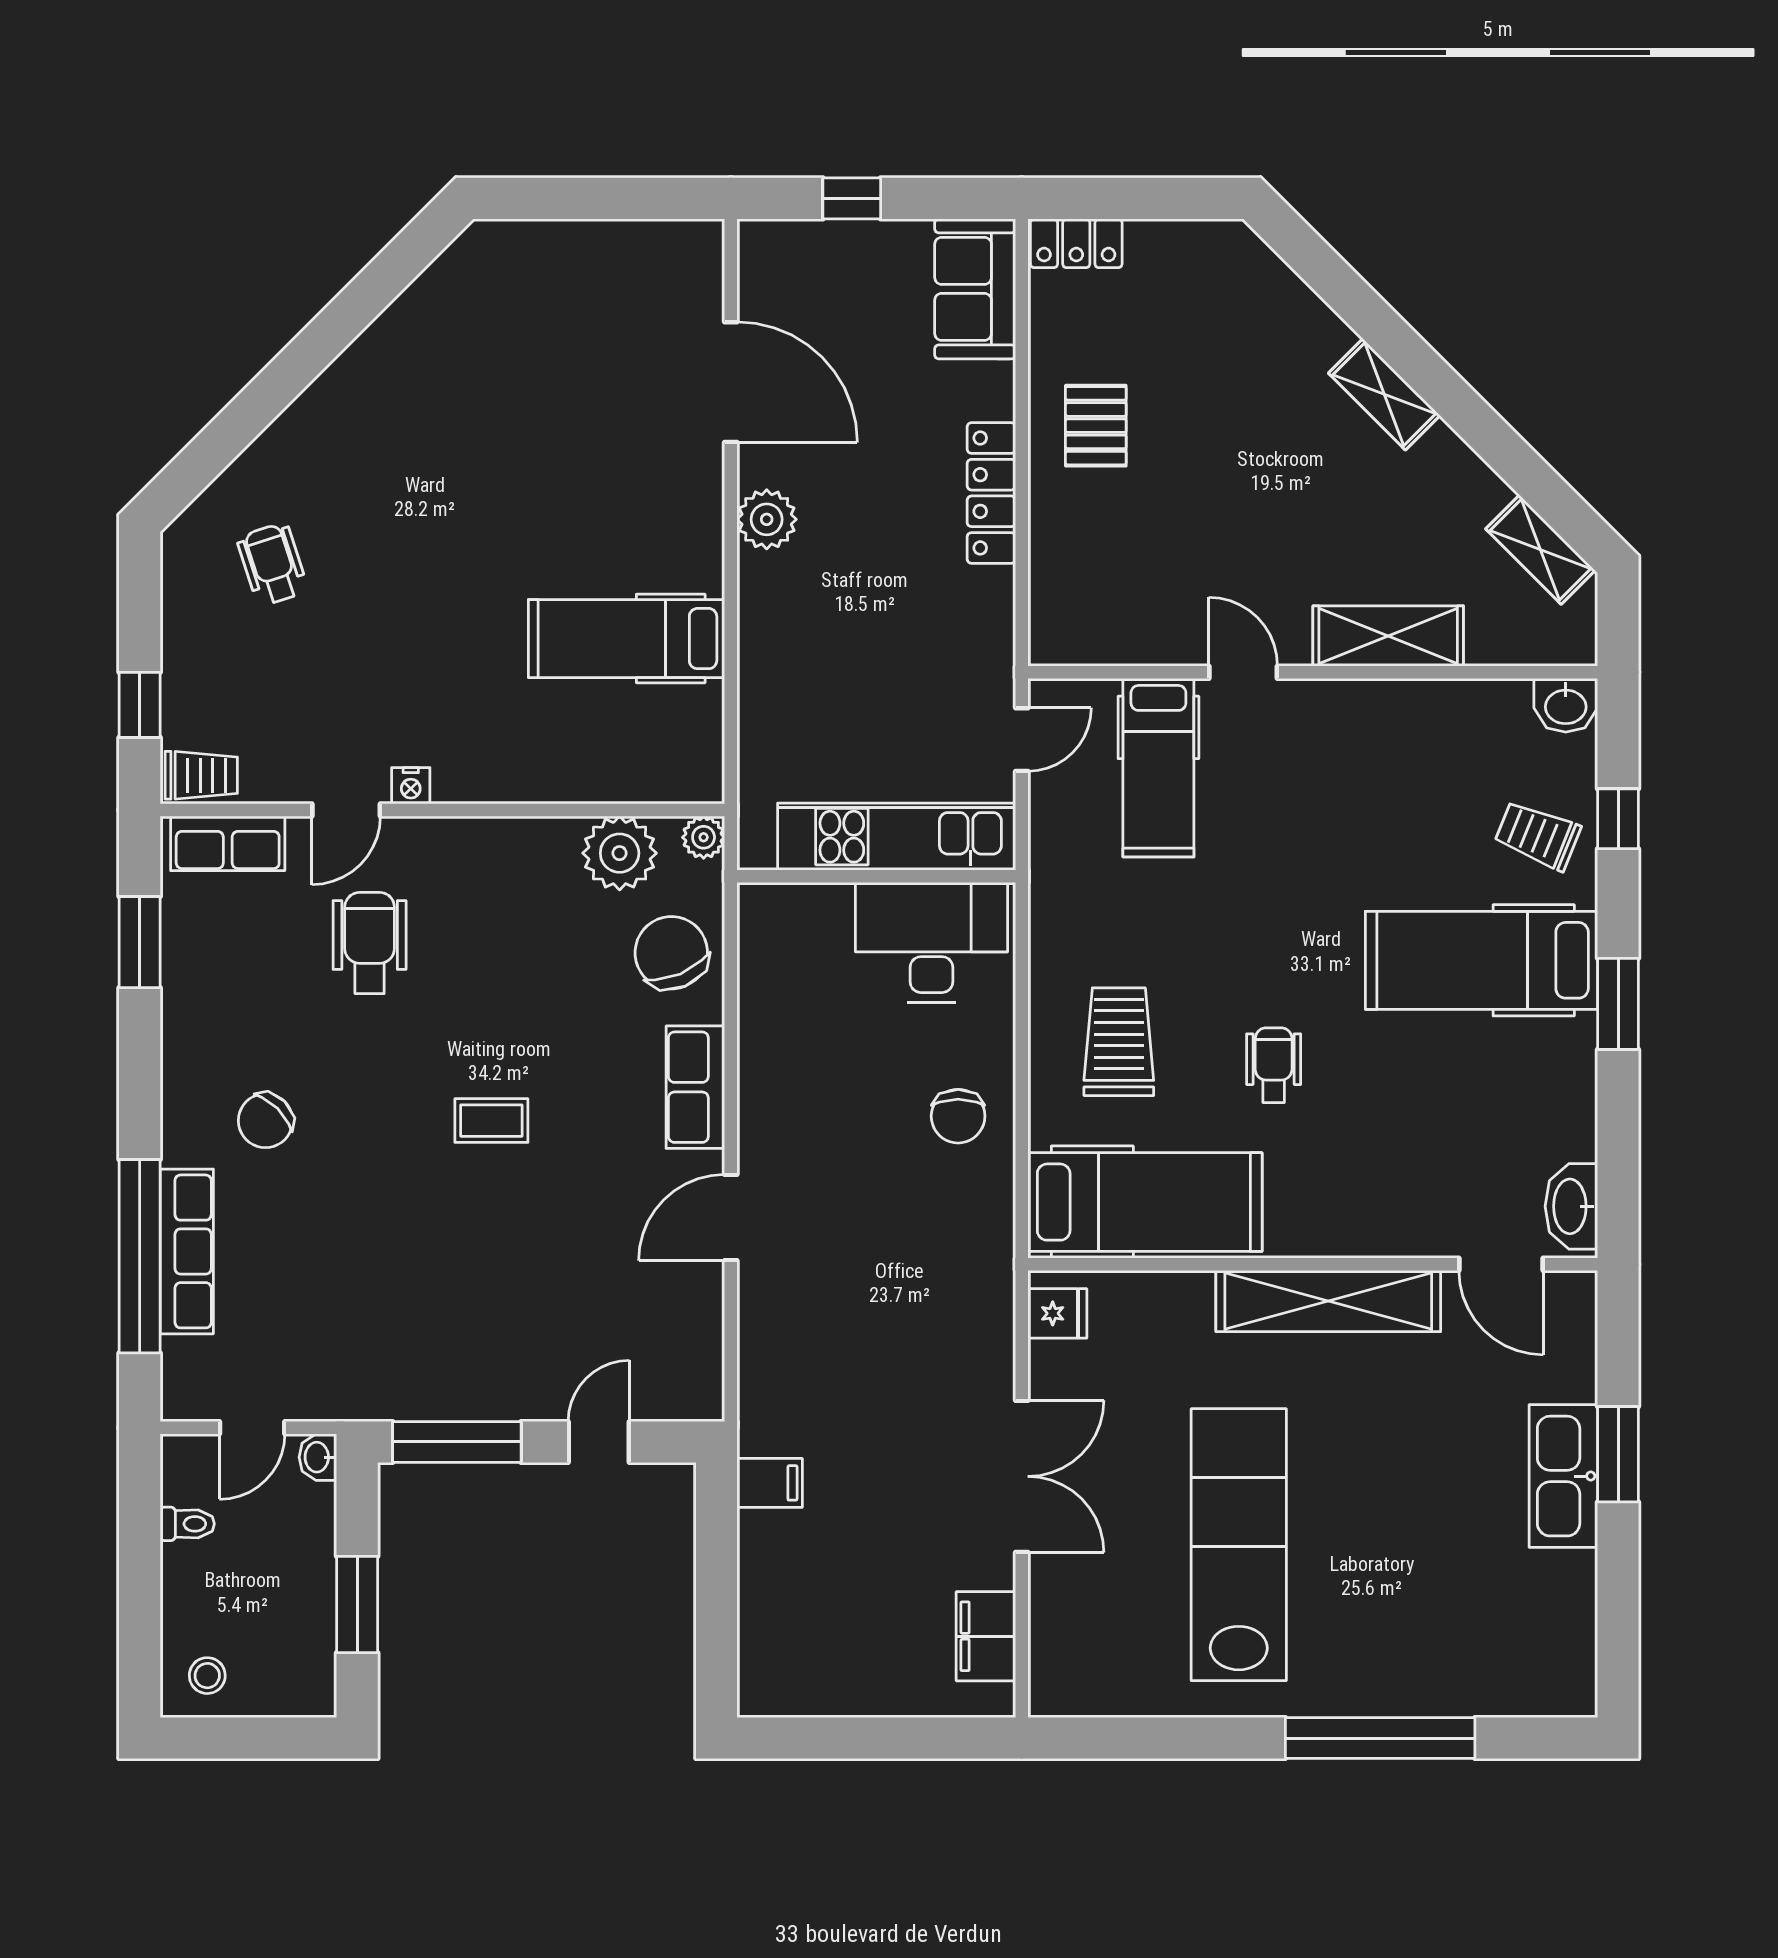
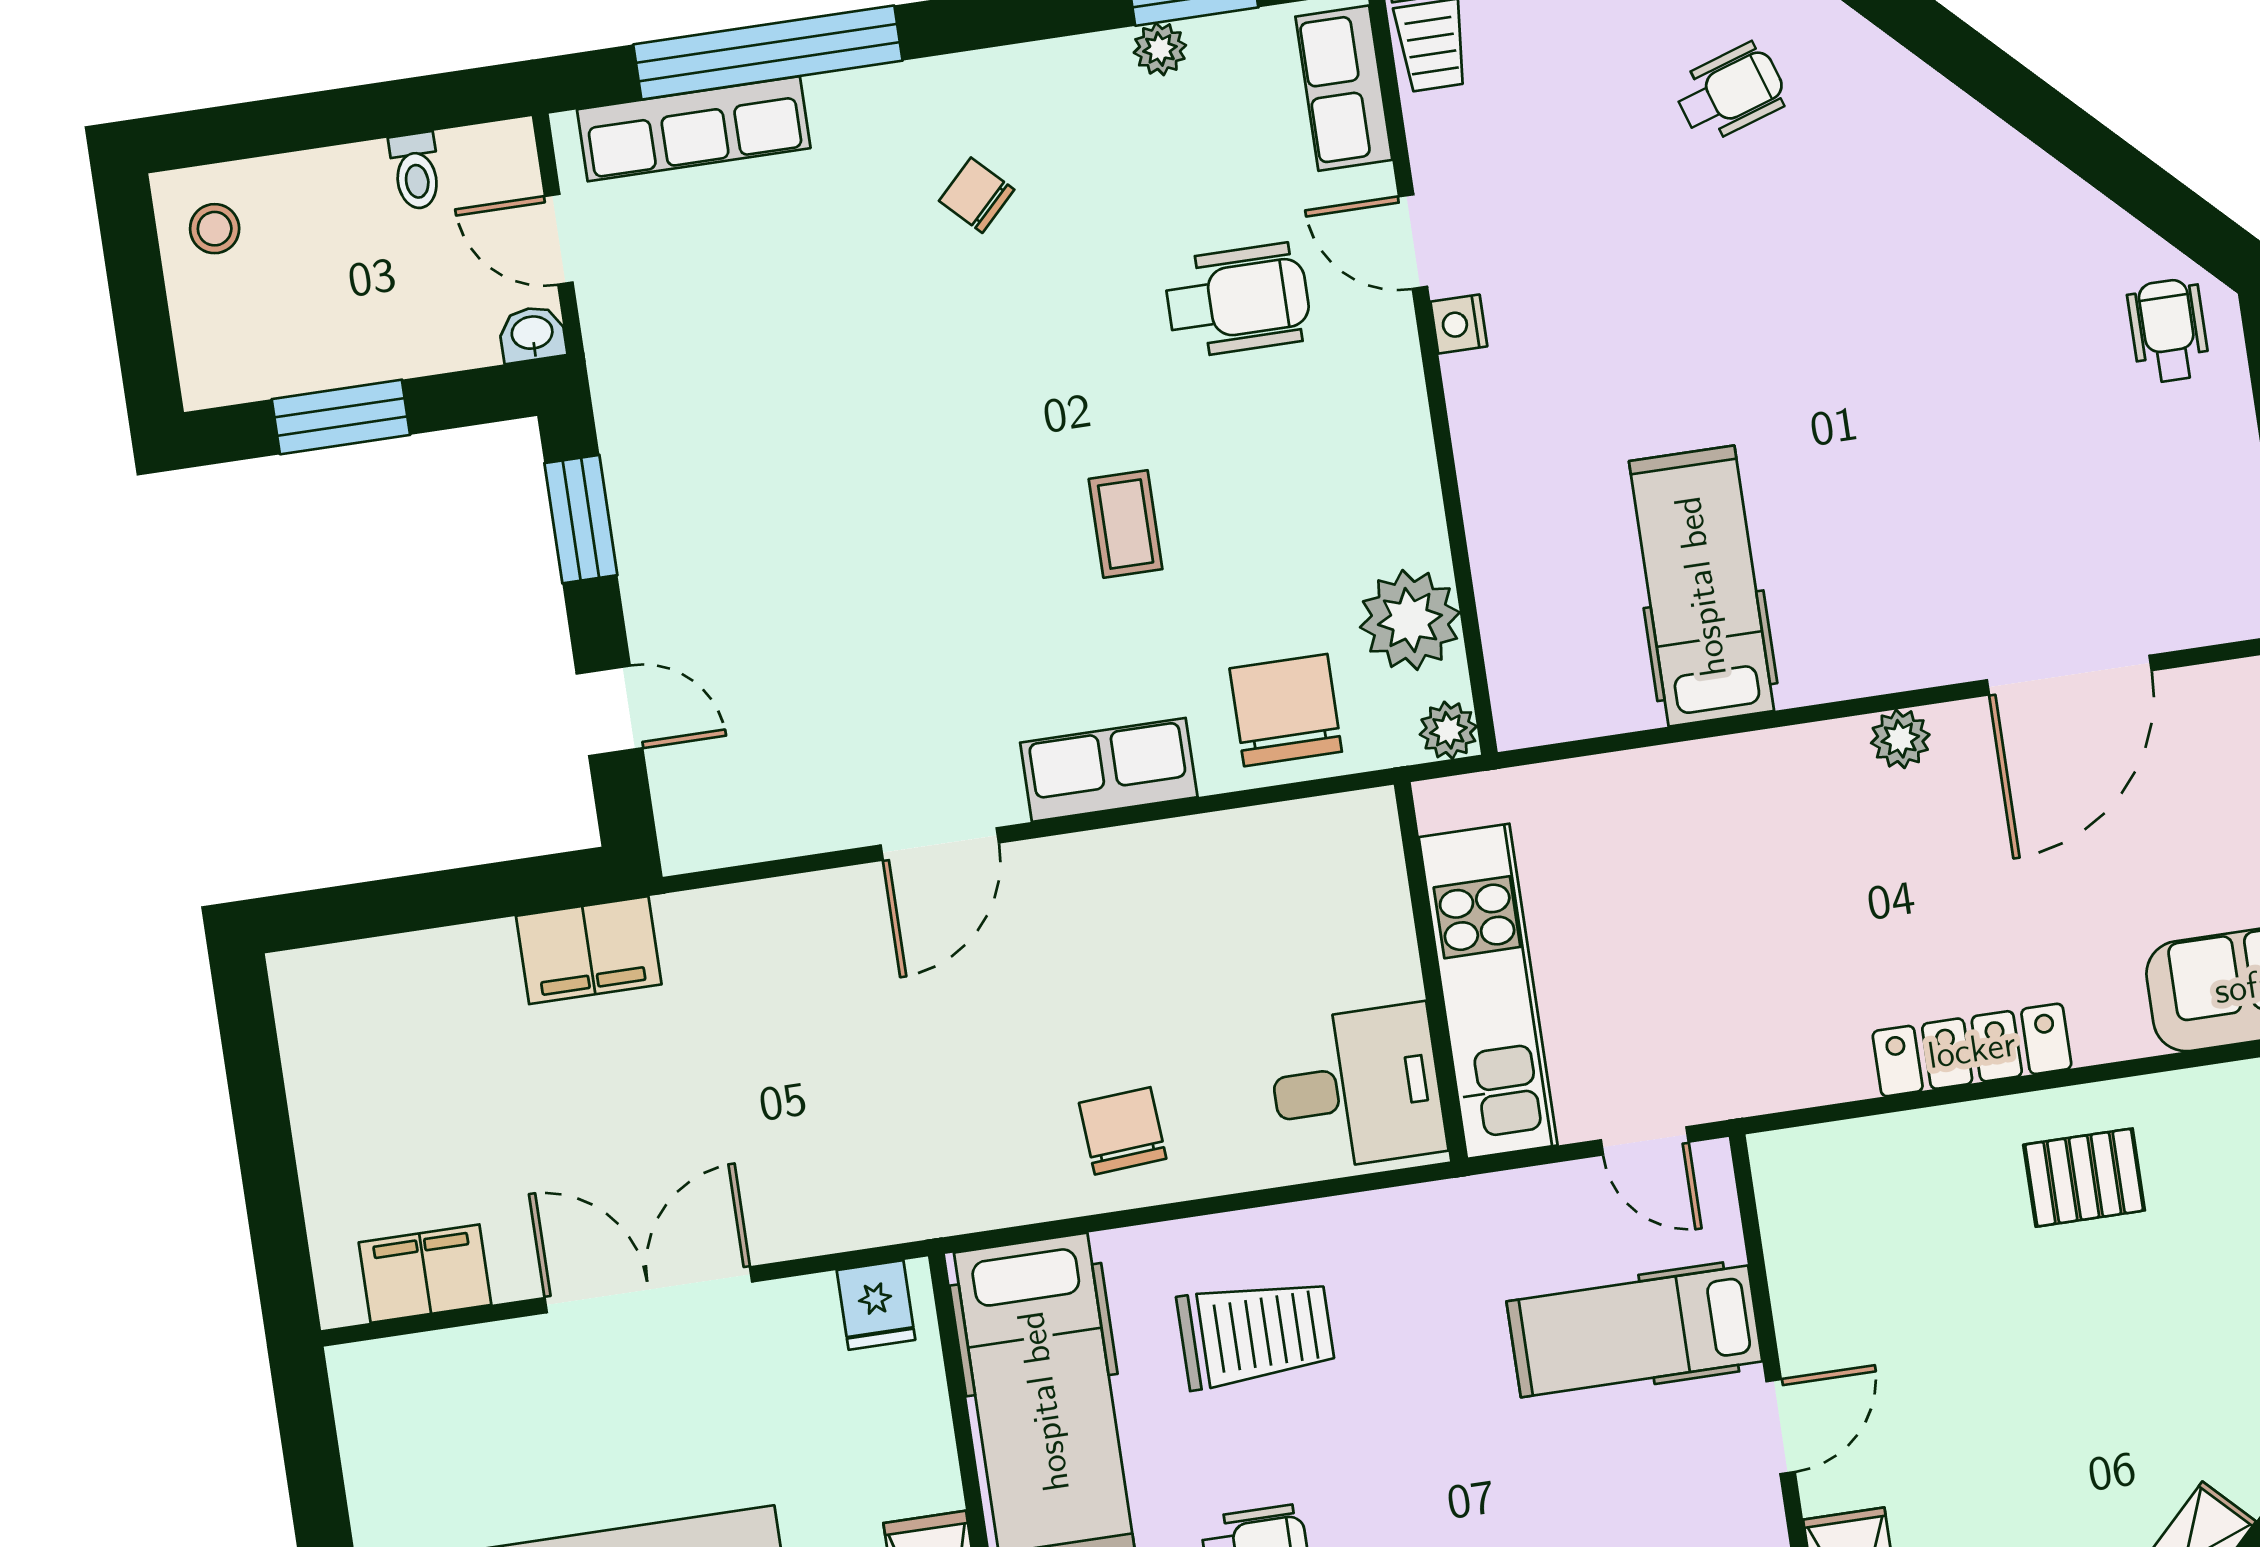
wheelchair: (492, 273) -> (2168, 331), added
plant: (767, 519) -> (1900, 739), width x0.73, depth x0.73
desk: (931, 942) -> (1357, 1088), width x0.73
chair: (671, 953) -> (1286, 710), turned -67
plant: (179, 972) -> (1160, 49), added
chair: (958, 1116) -> (1123, 1131), turned 86
chair: (265, 1121) -> (977, 195), width x0.73, depth x0.73
coffee table: (491, 1121) -> (1126, 524), moved
door: (731, 1218) -> (940, 844), swing flipped
row of seats: (187, 1251) -> (694, 129), moved
window: (457, 1442) -> (581, 519), width x0.69
double door: (1022, 1476) -> (648, 1290), swing flipped
filing cabinet: (770, 1483) -> (589, 950), width x2.00

